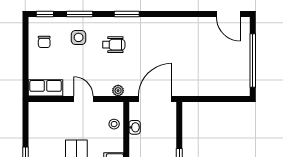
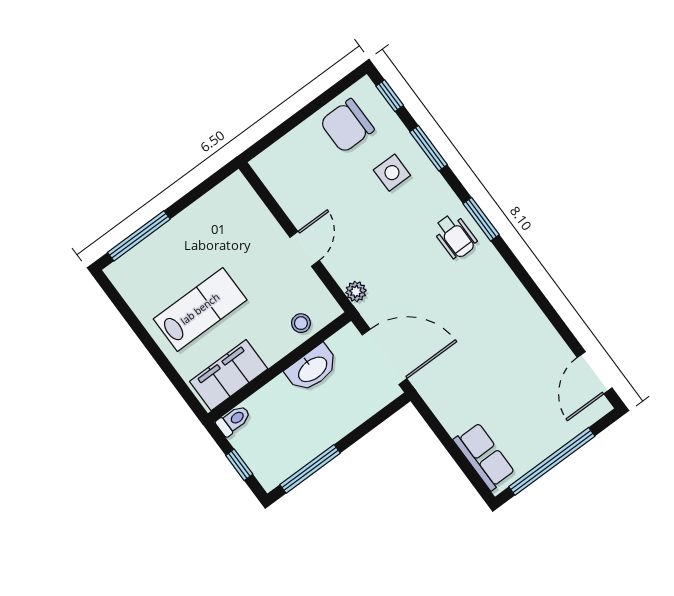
chair: (44, 42) -> (347, 126), width x1.87, depth x1.87
wheelchair: (114, 45) -> (455, 236), moved
row of seats: (46, 88) -> (484, 456), moved
washbasin: (135, 127) -> (312, 369), width x1.91, depth x1.45

